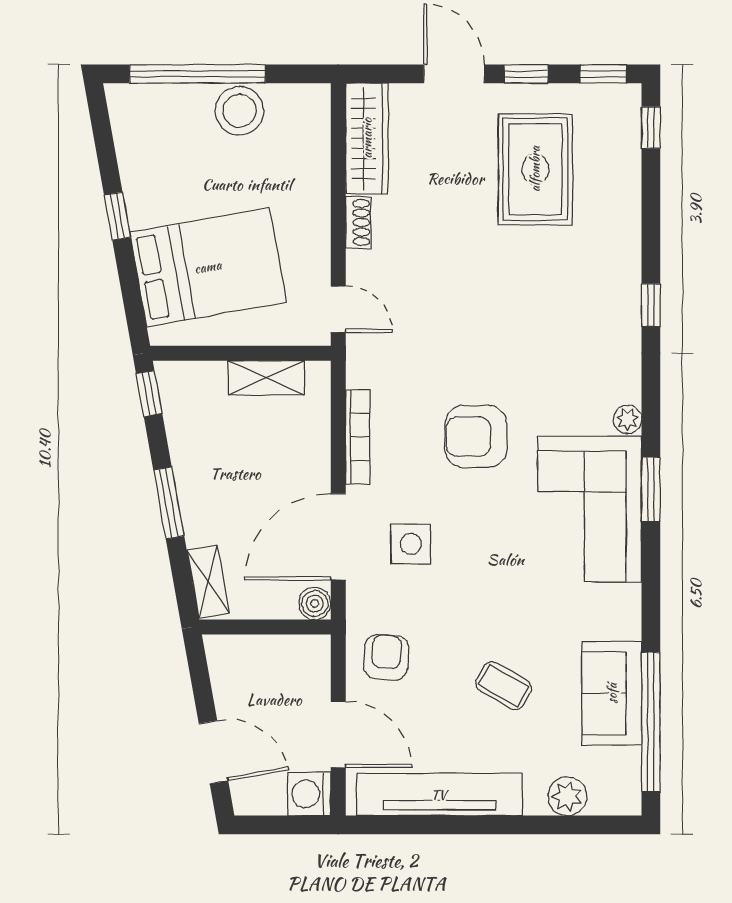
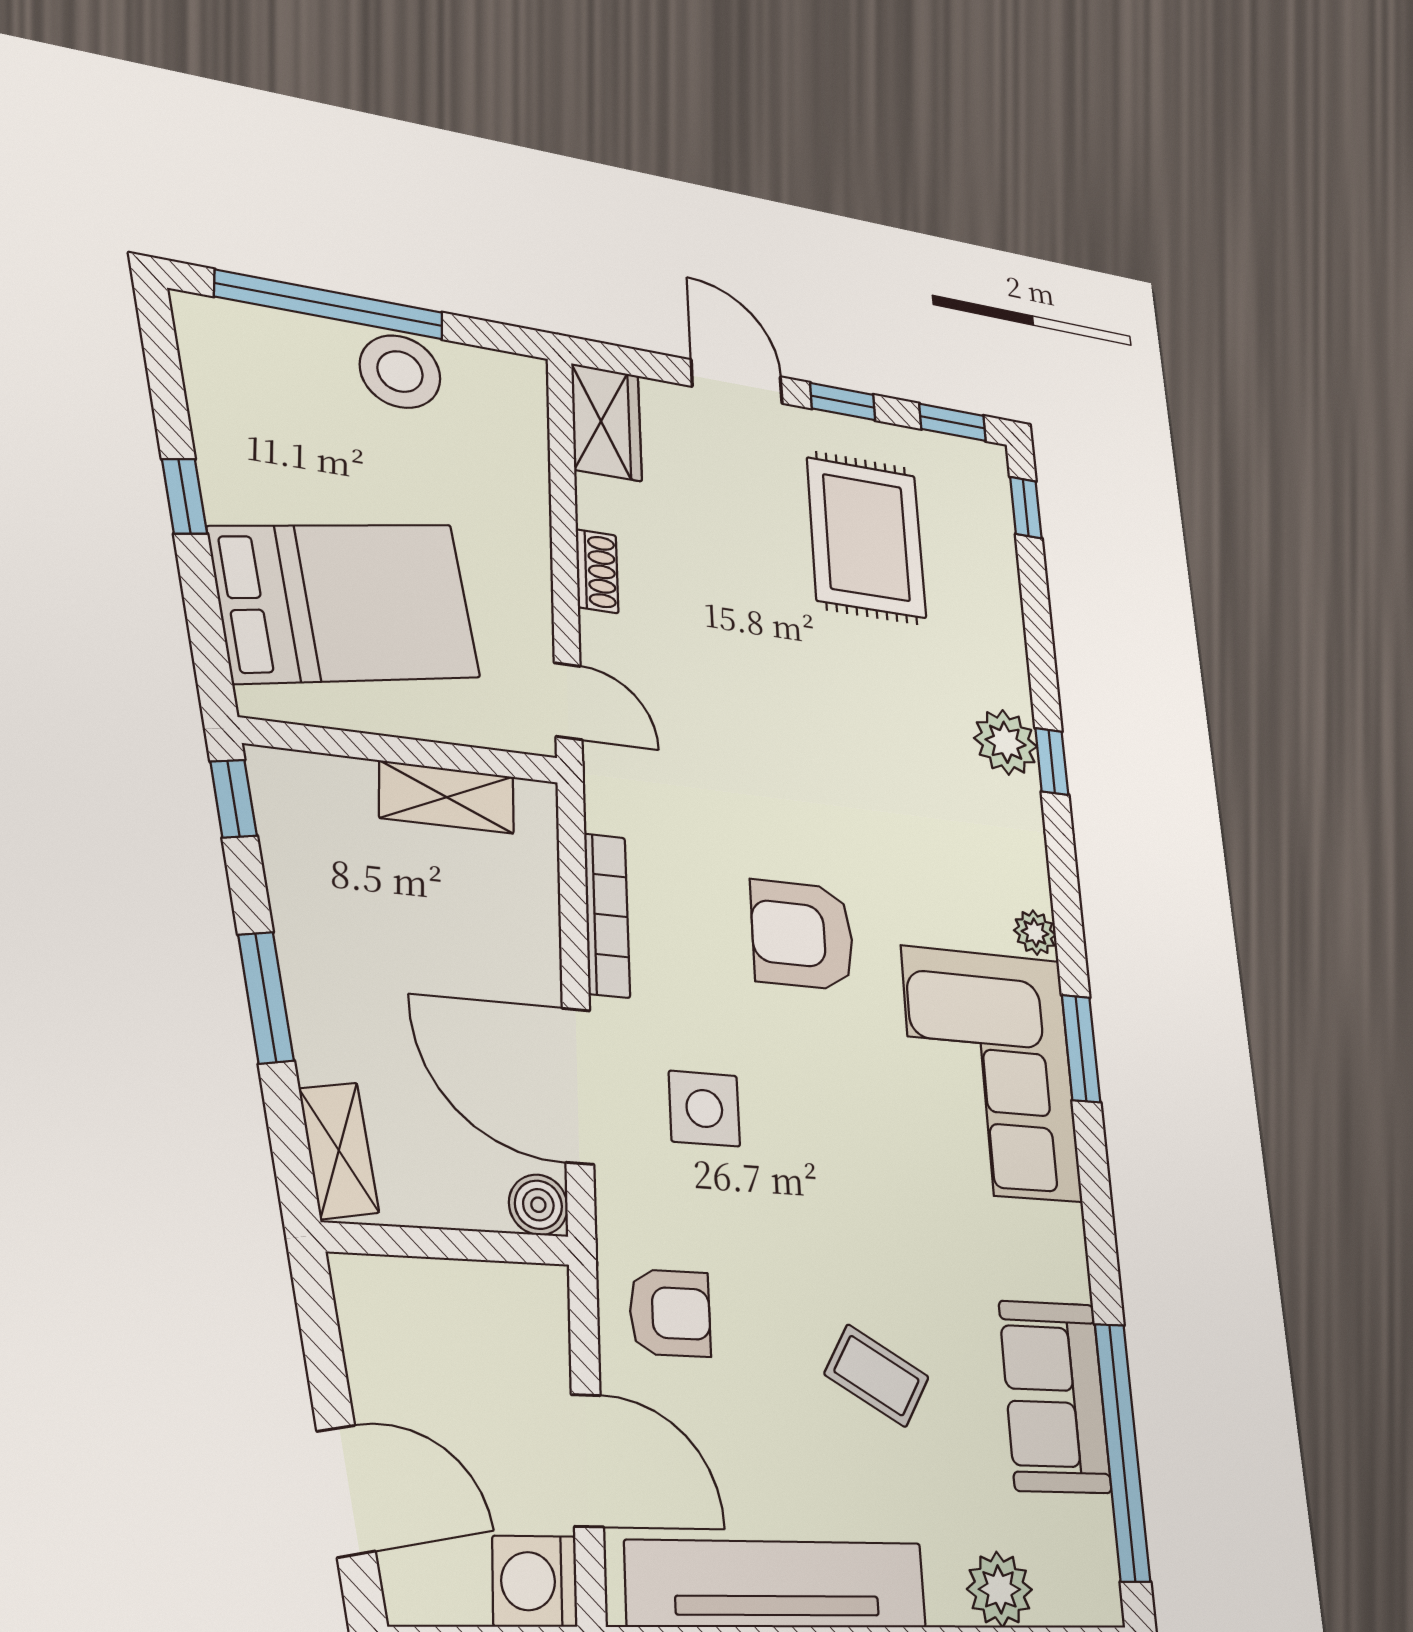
wardrobe: (367, 138) -> (606, 422), width x0.67
plant: (620, 296) -> (1006, 742), added
door: (338, 537) -> (578, 1086), hinge flipped
armchair: (386, 657) -> (670, 1313), turned 86

